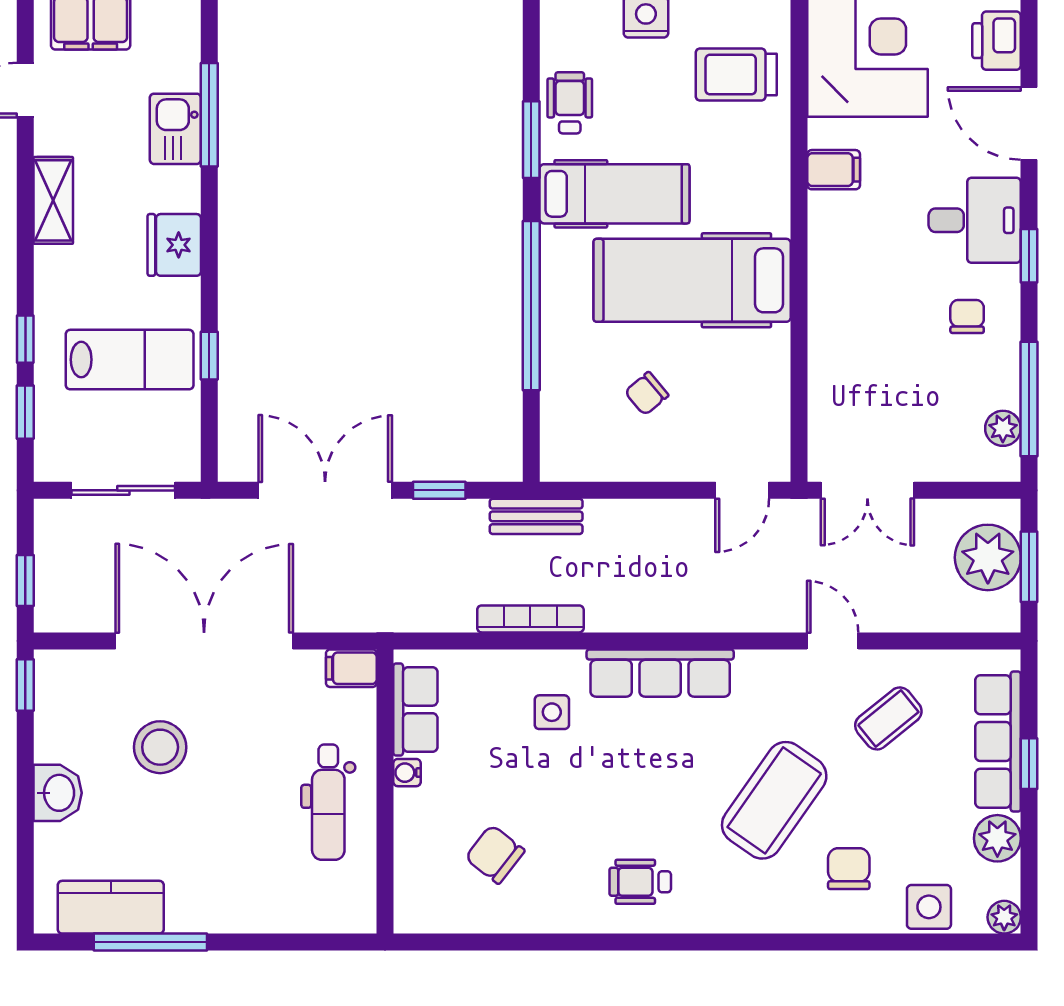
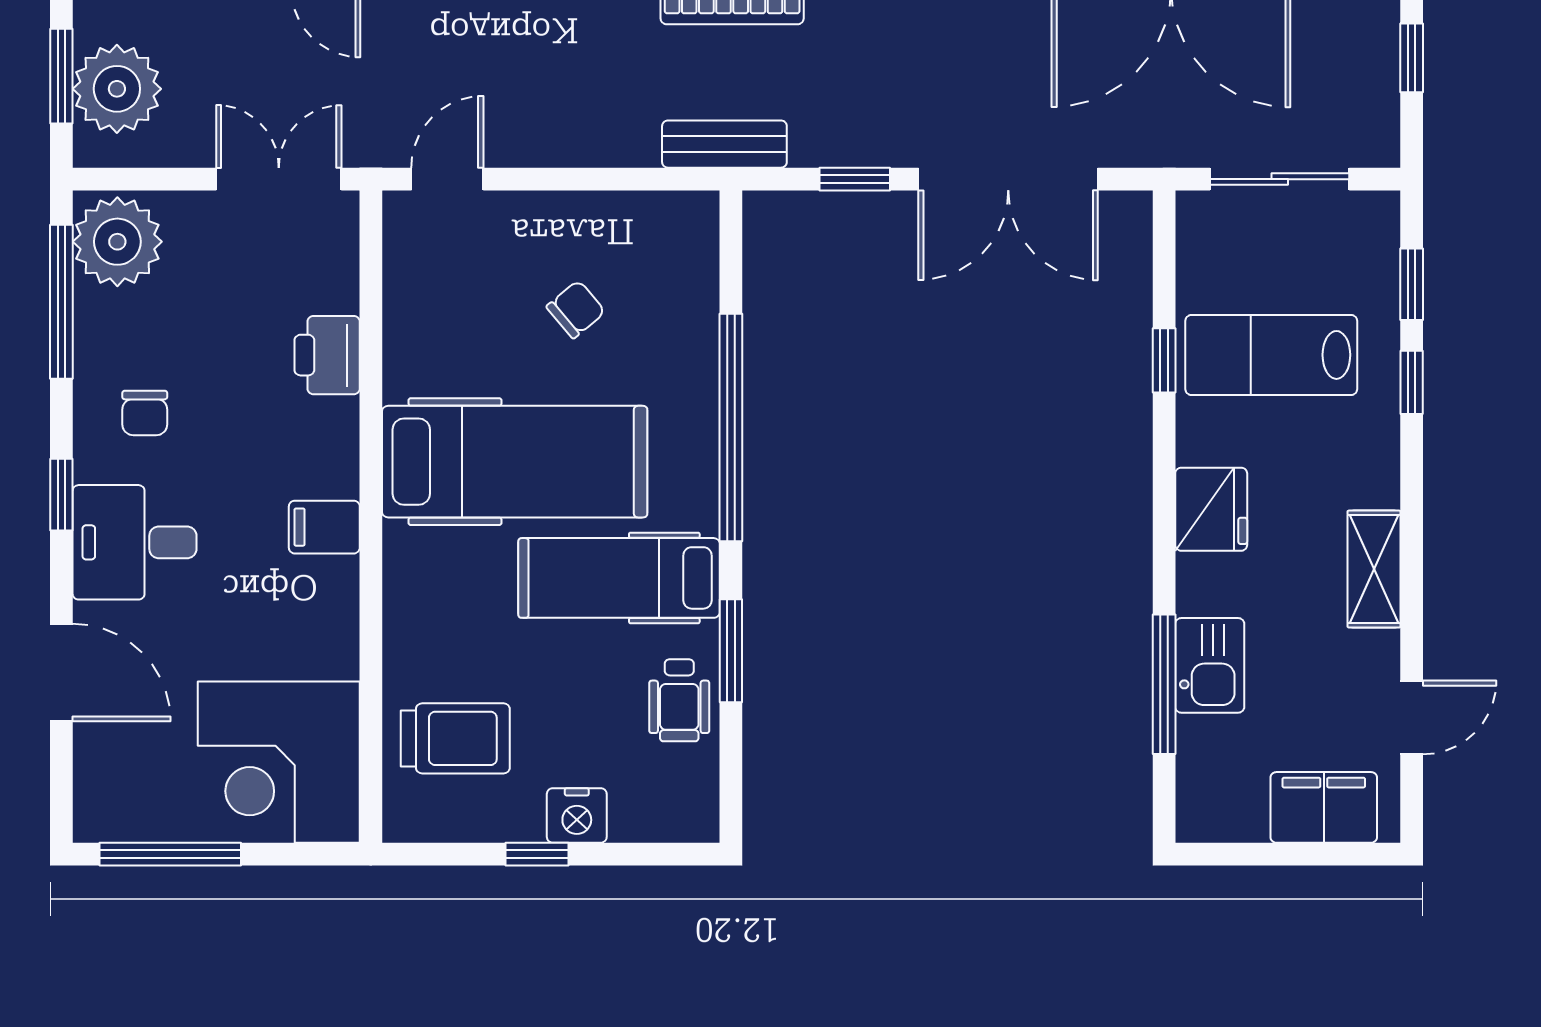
printer: (997, 41) -> (327, 355), moved, turned 180
filing cabinet: (834, 170) -> (324, 527), moved
plant: (1003, 428) -> (117, 242), width x1.87, depth x1.87

